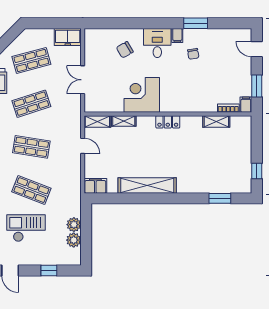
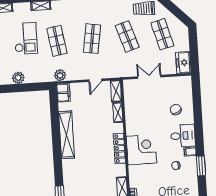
corner desk: (142, 95) -> (141, 150), moved
locker: (168, 122) -> (119, 148), width x1.53
shop shelf: (31, 190) -> (57, 41), turned -30
plant: (74, 225) -> (60, 75), moved

